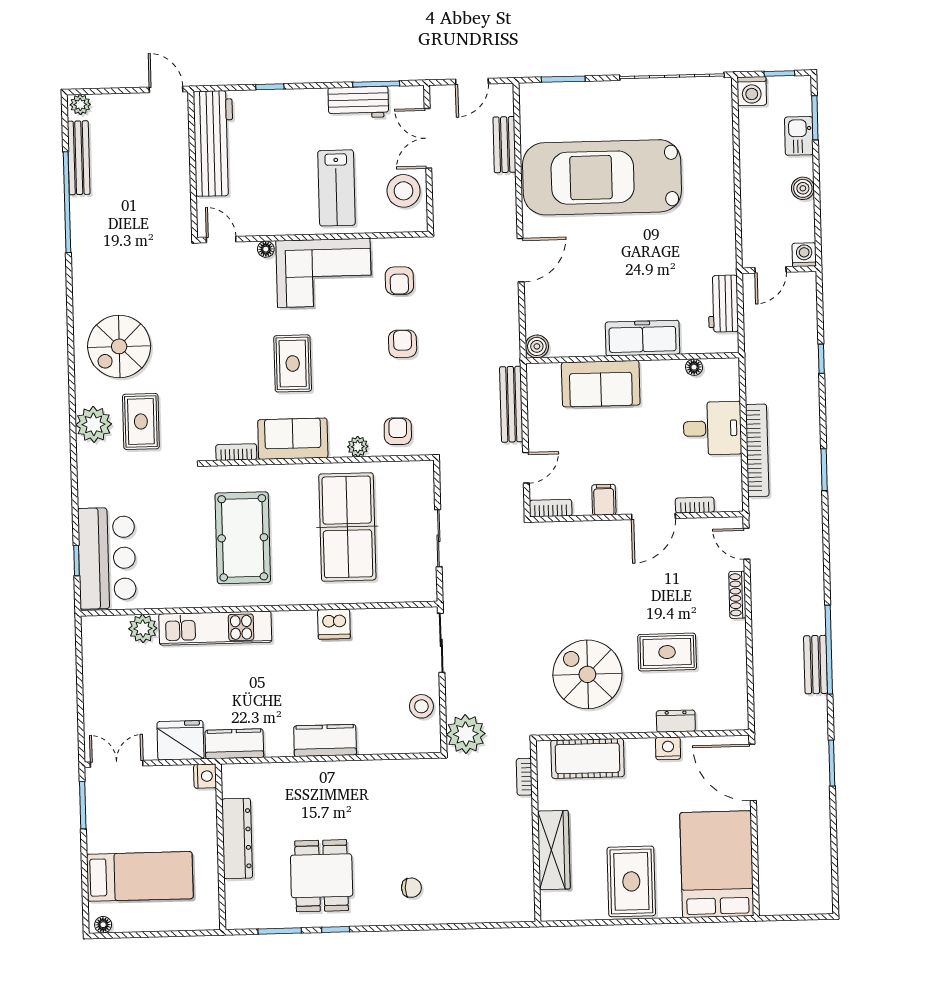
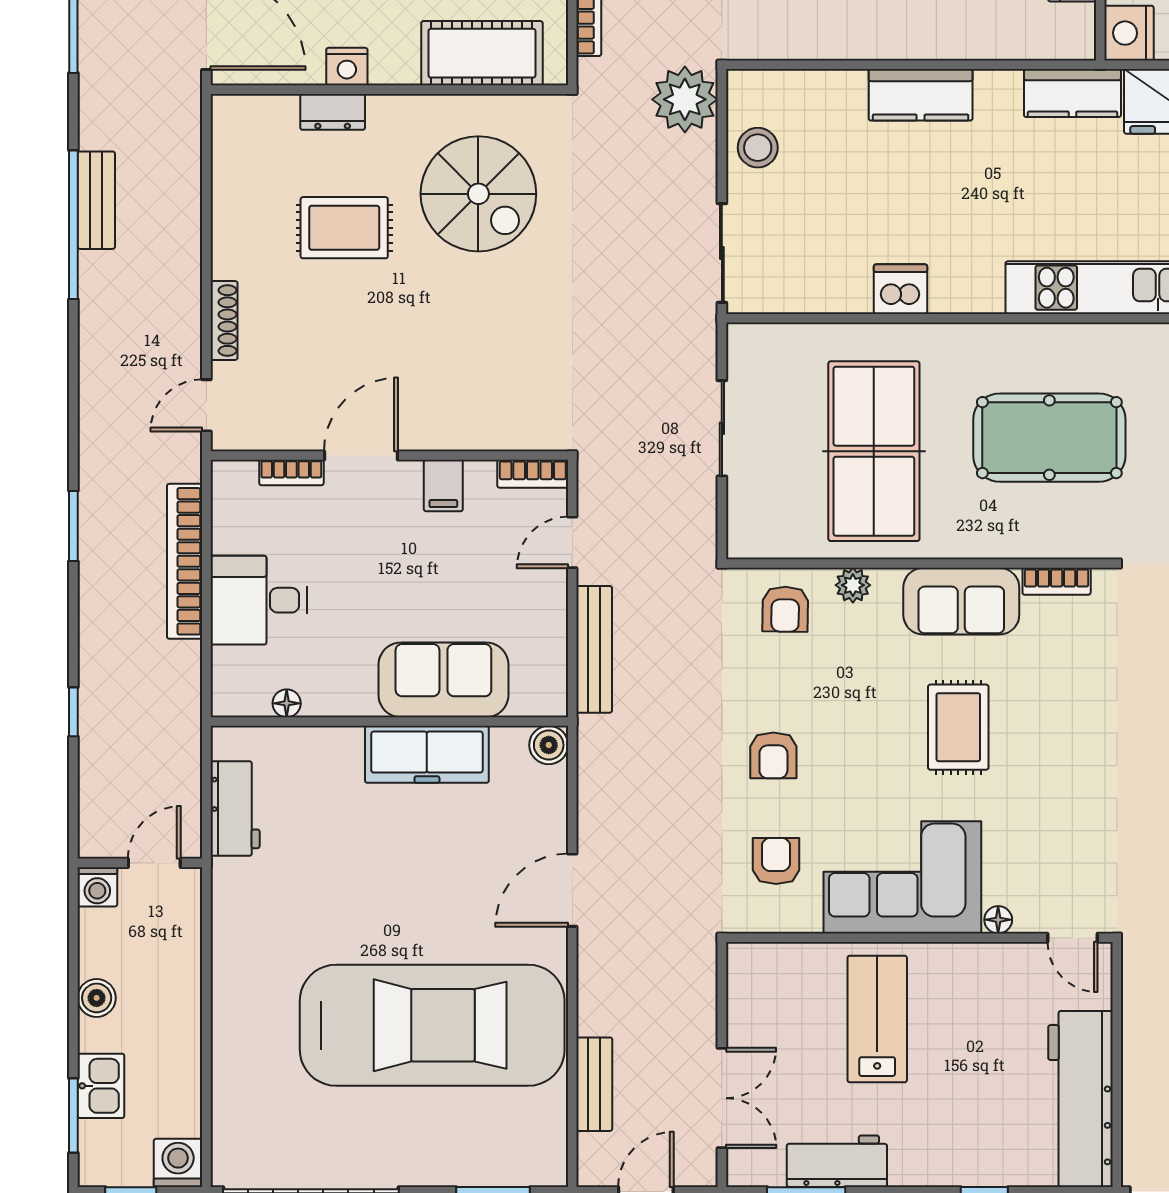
stool: (404, 191) -> (765, 1011), removed
freezer: (643, 338) -> (427, 754), moved
pool table: (243, 538) -> (1049, 438), turned 90
door: (747, 544) -> (206, 405), swing flipped
nightstand: (205, 776) -> (1129, 33), width x1.36, depth x1.33

